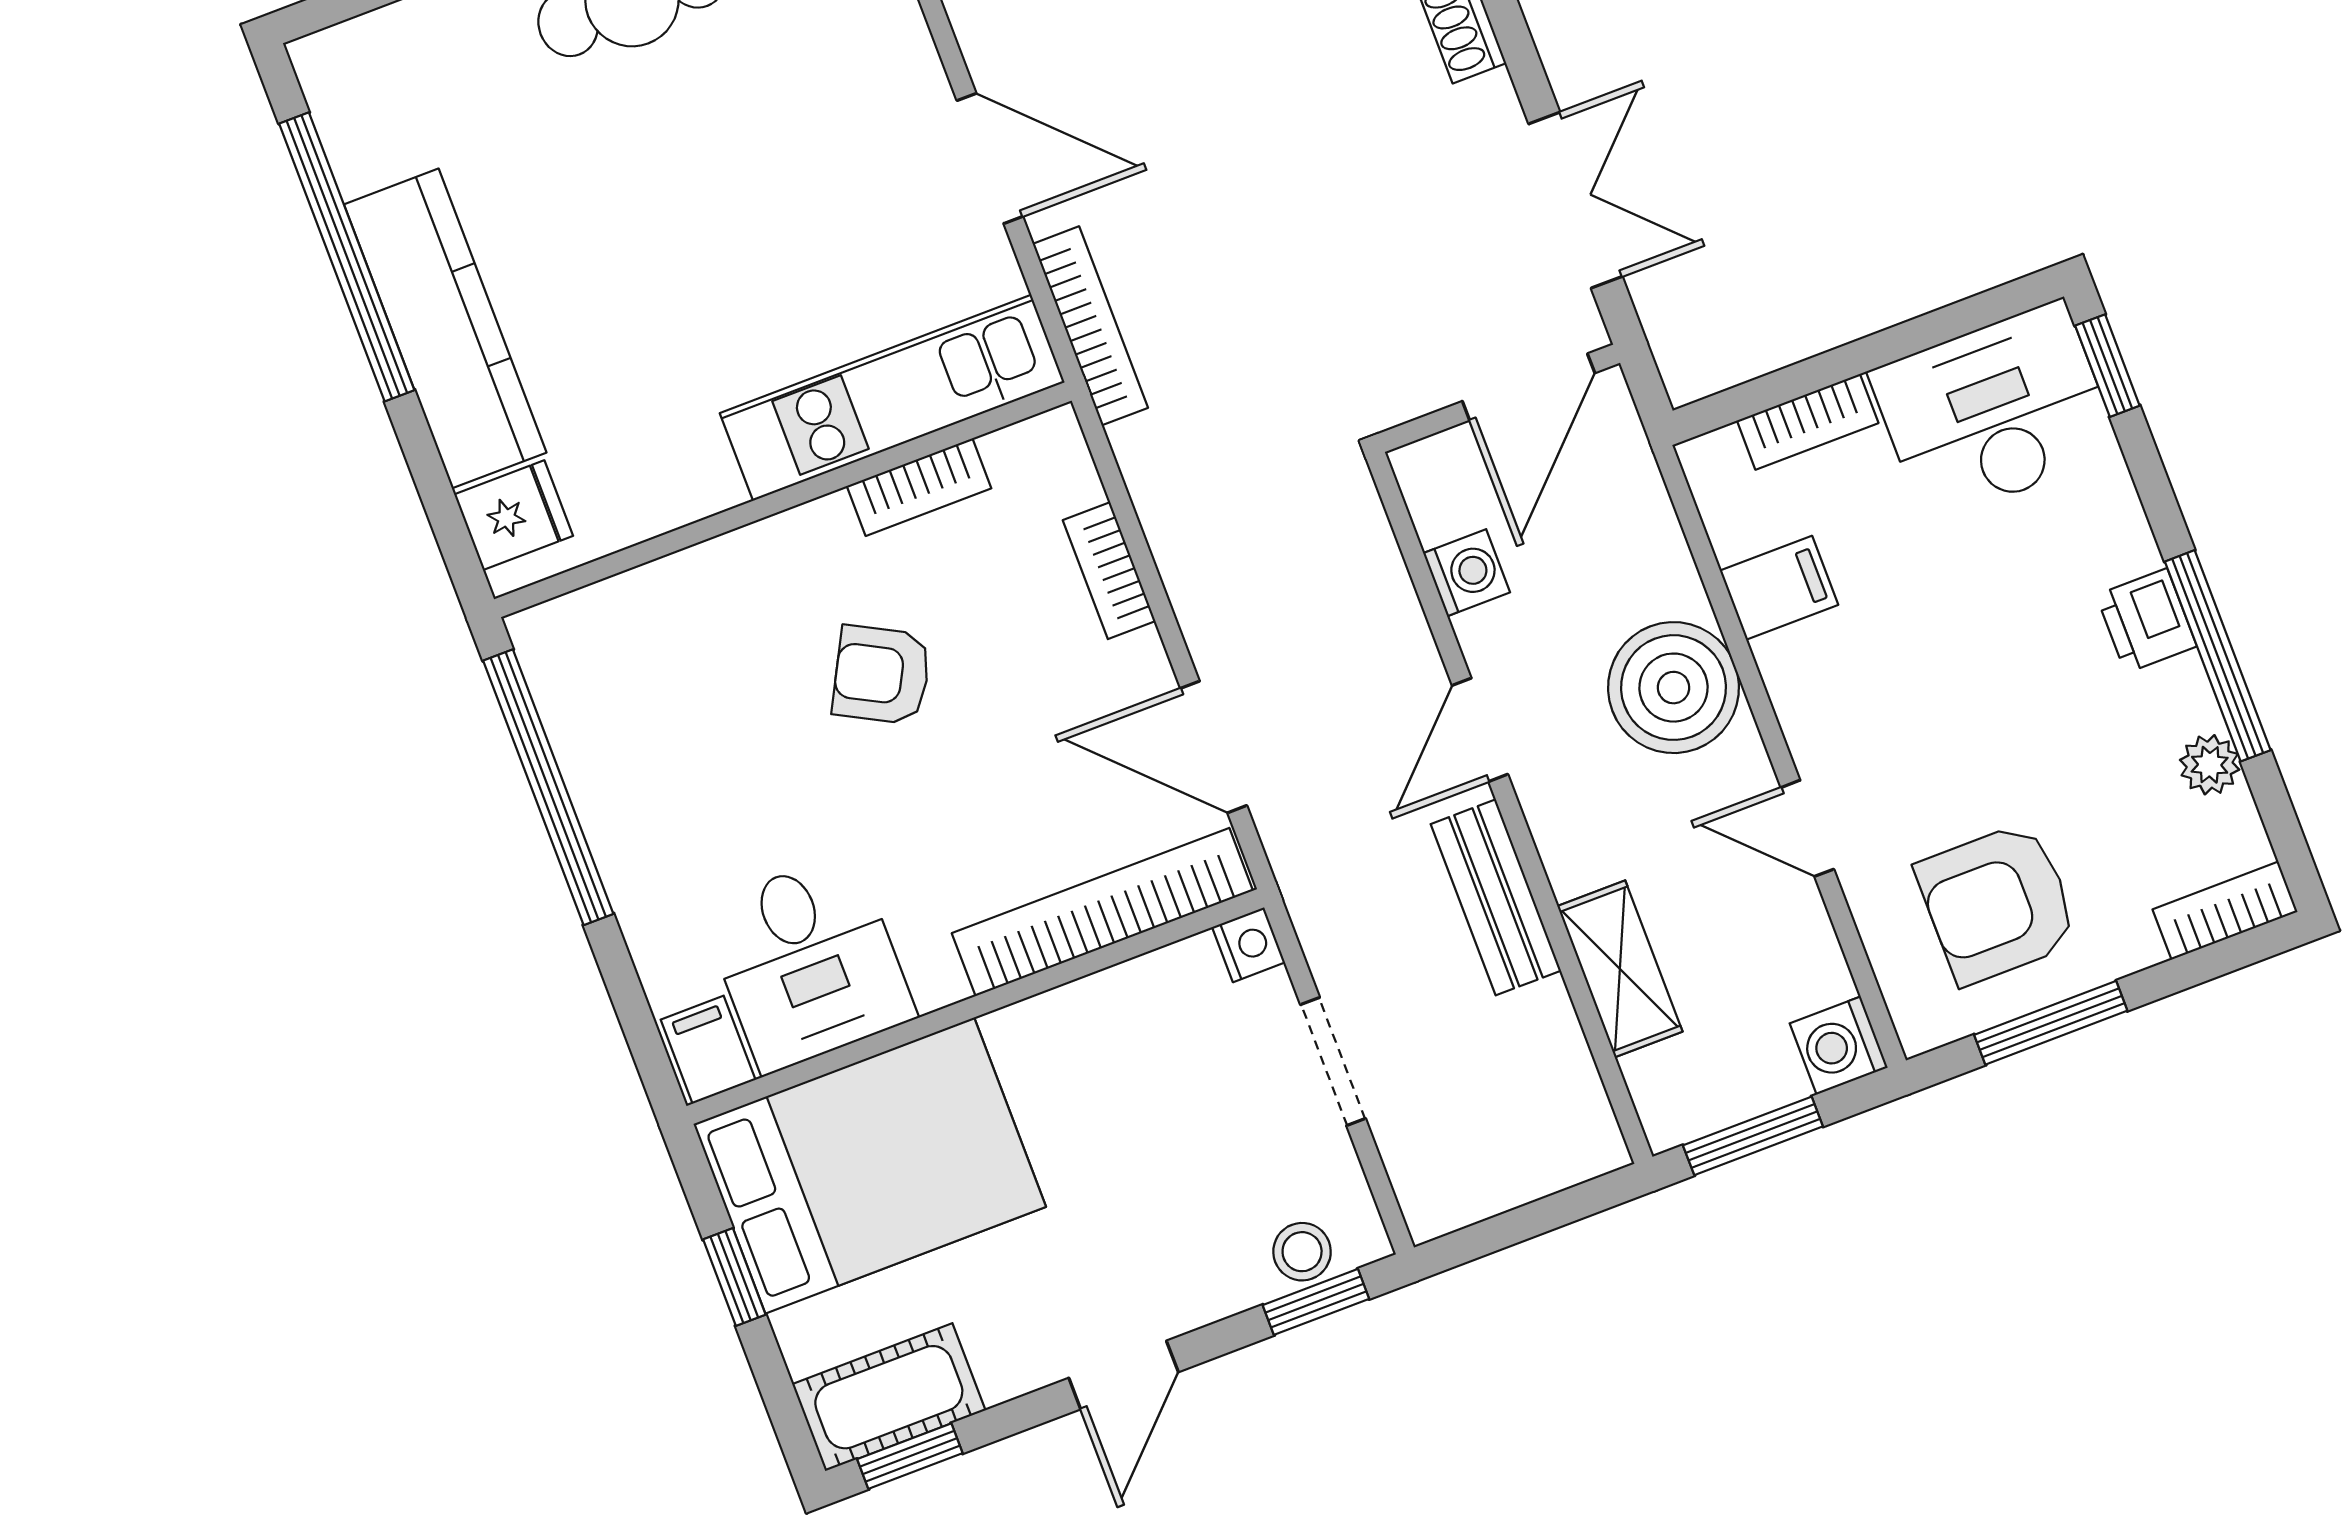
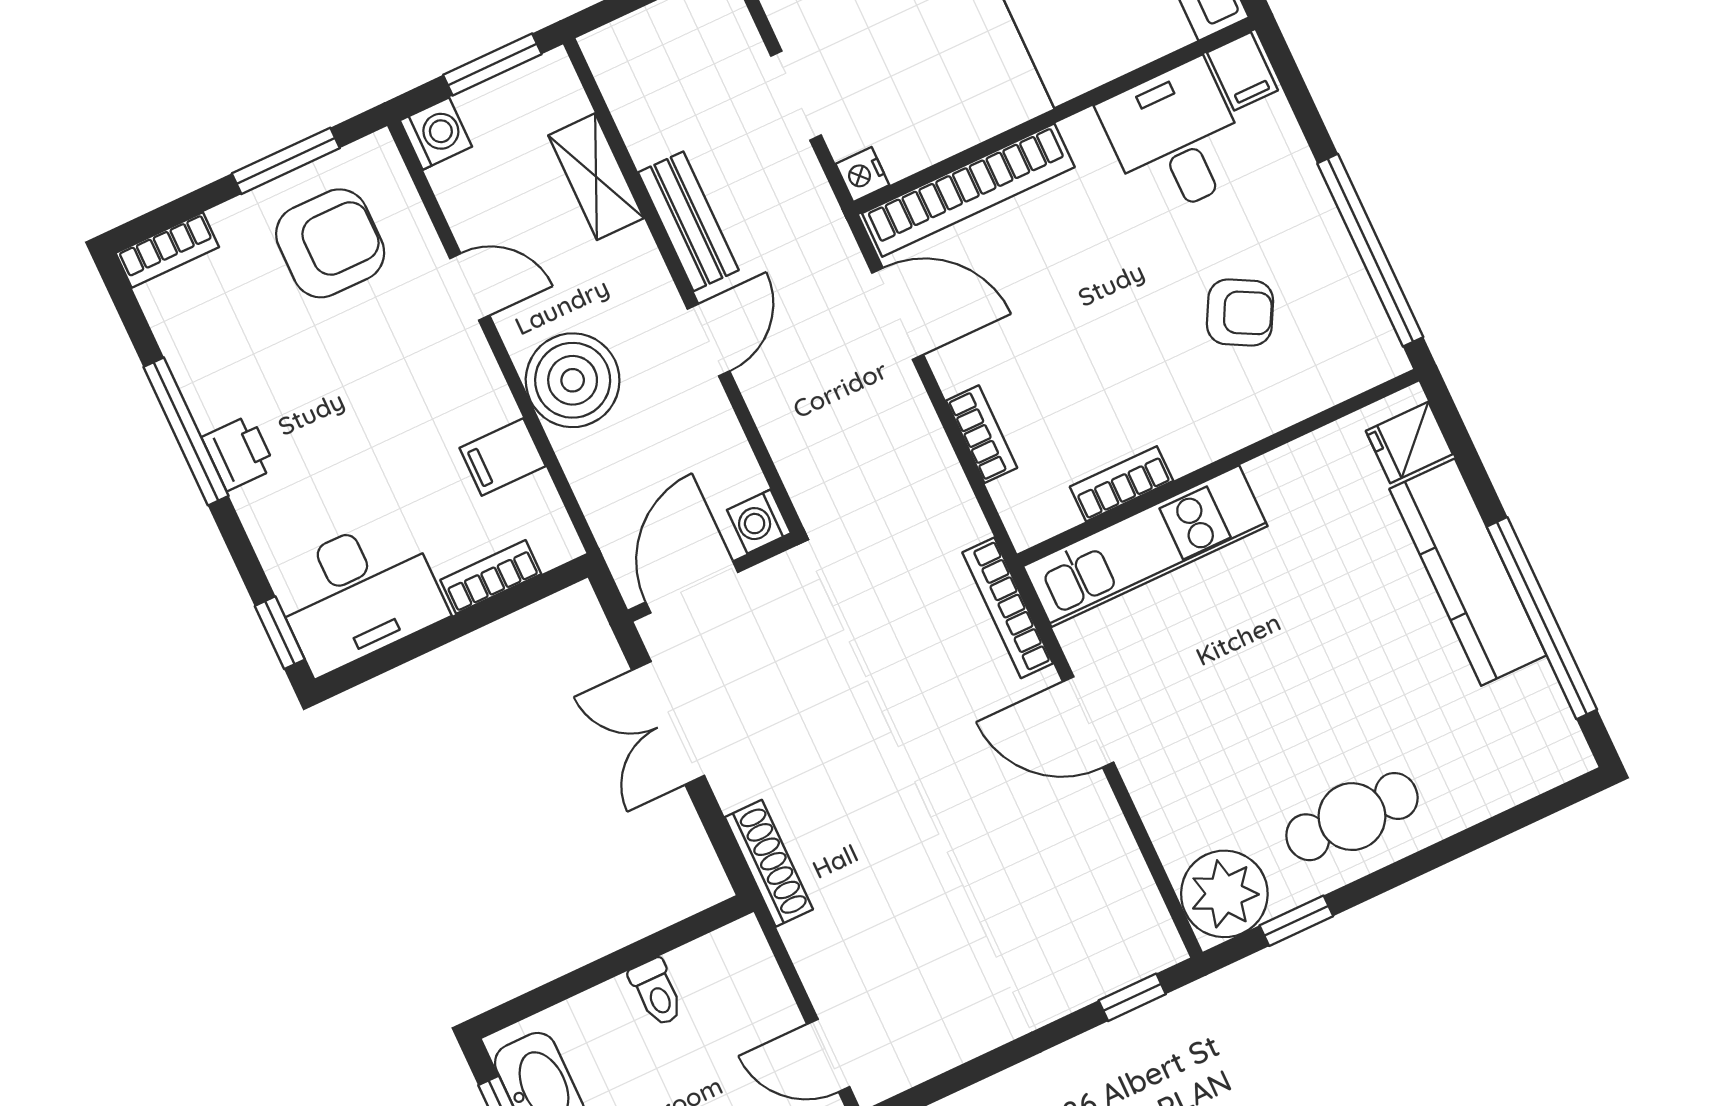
washing machine: (1467, 573) -> (759, 522), moved
armchair: (882, 675) -> (1240, 312), moved
plant: (2210, 765) -> (186, 353), removed

